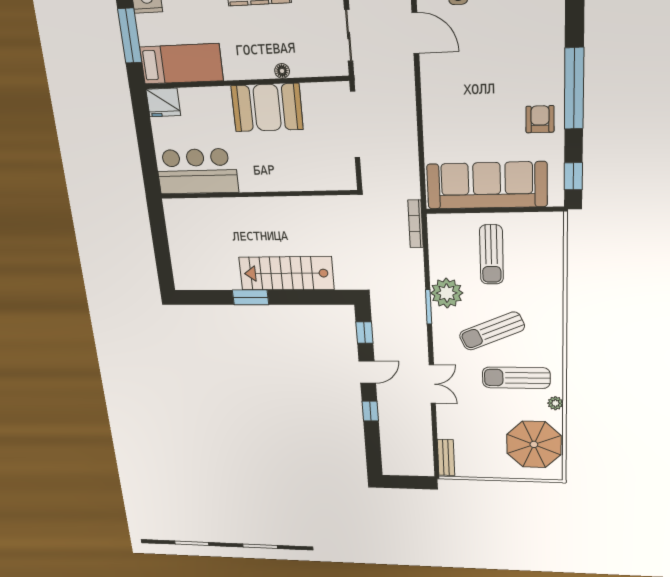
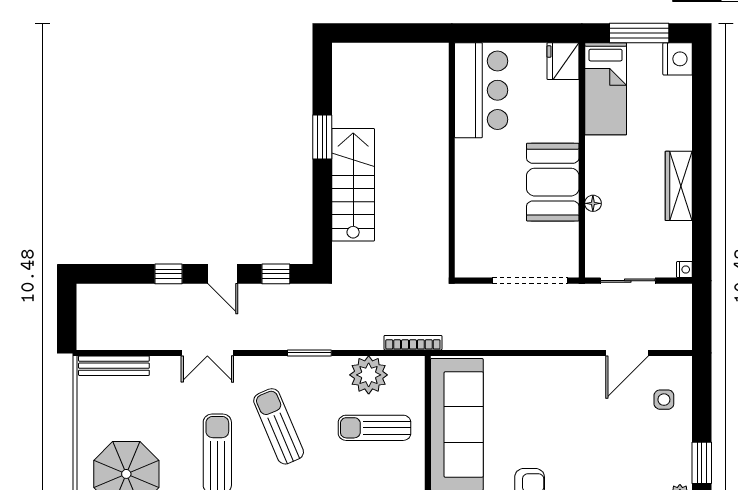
plant: (447, 293) -> (369, 375), moved
bench: (446, 458) -> (114, 366), width x1.36

